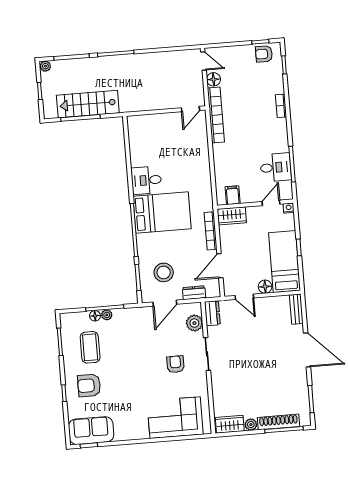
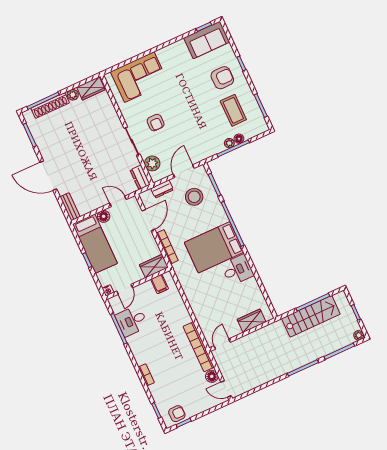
wardrobe: (151, 122) -> (252, 321), added

